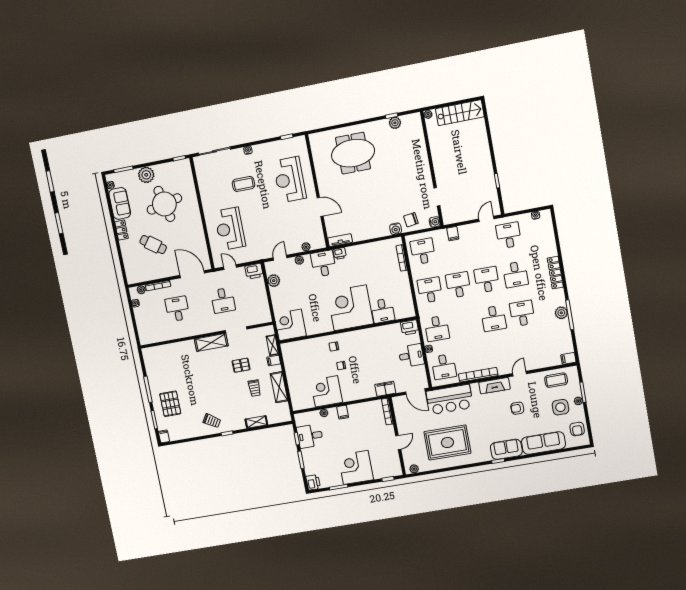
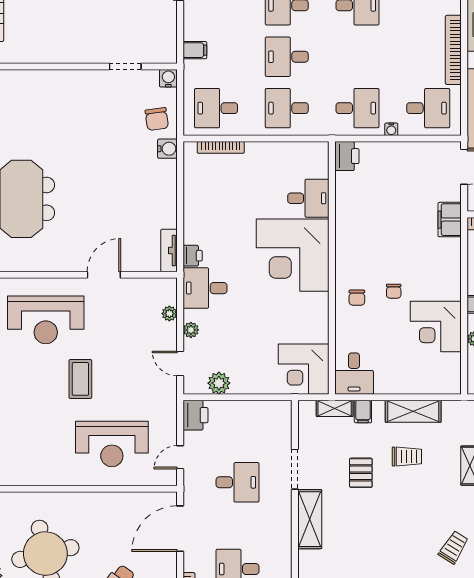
coffee table: (244, 184) -> (80, 379), moved
desk: (411, 356) -> (354, 374), moved, turned 180

